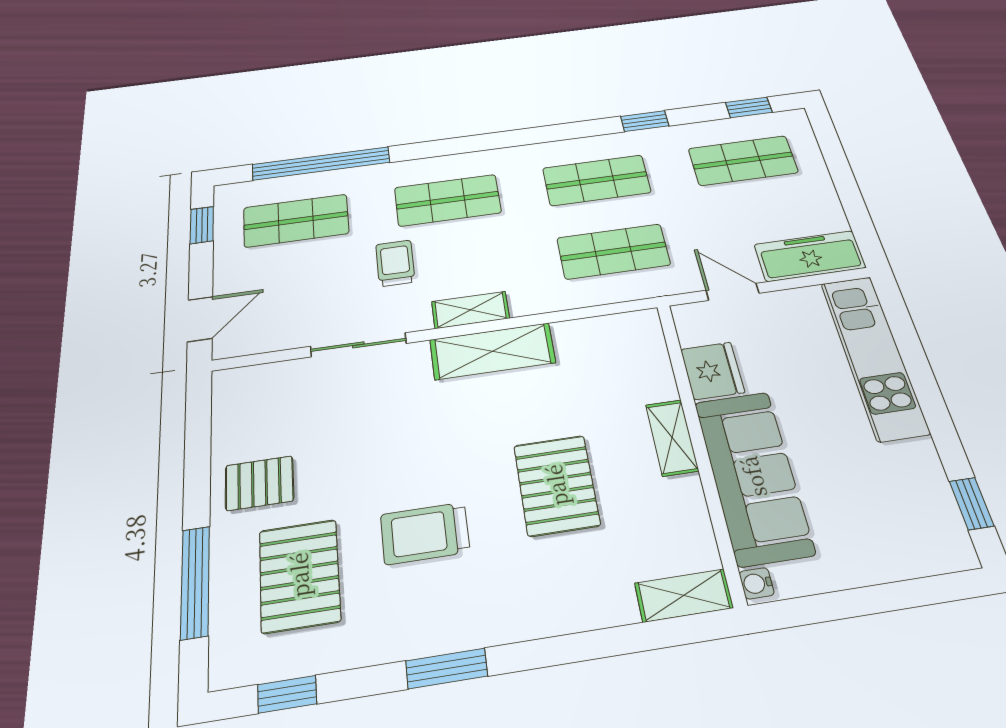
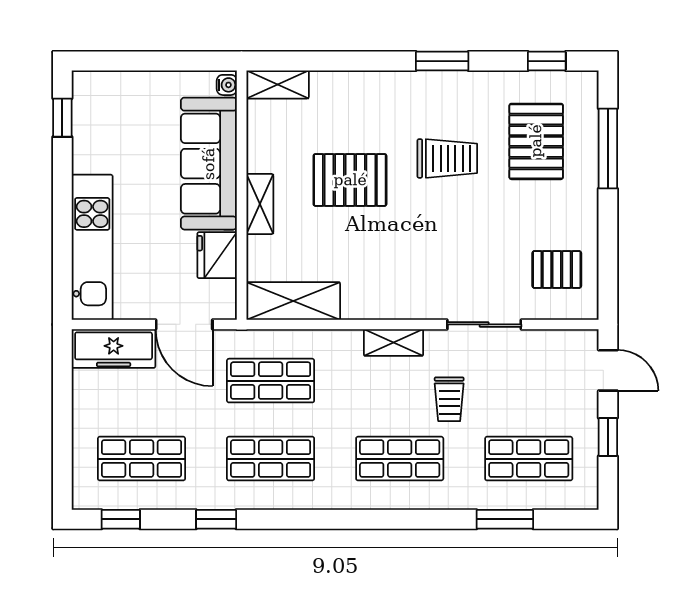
window: (321, 163) -> (505, 519), width x0.47
window: (202, 225) -> (608, 437), moved
door: (732, 292) -> (184, 324), width x1.38
door: (200, 319) -> (608, 370), swing flipped
shelving: (492, 351) -> (293, 301), moved
pallet: (259, 483) -> (557, 269), moved
pallet: (556, 485) -> (350, 180), turned 90

